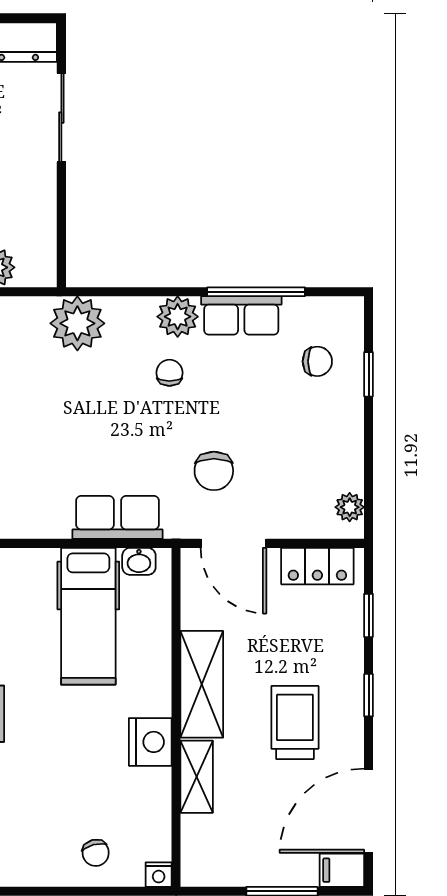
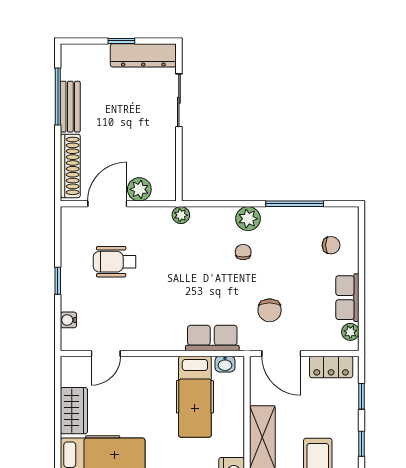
row of seats: (241, 315) -> (347, 298), moved, turned 90
plant: (77, 323) -> (181, 215), width x0.53, depth x0.53
window: (369, 374) -> (362, 253), removed

